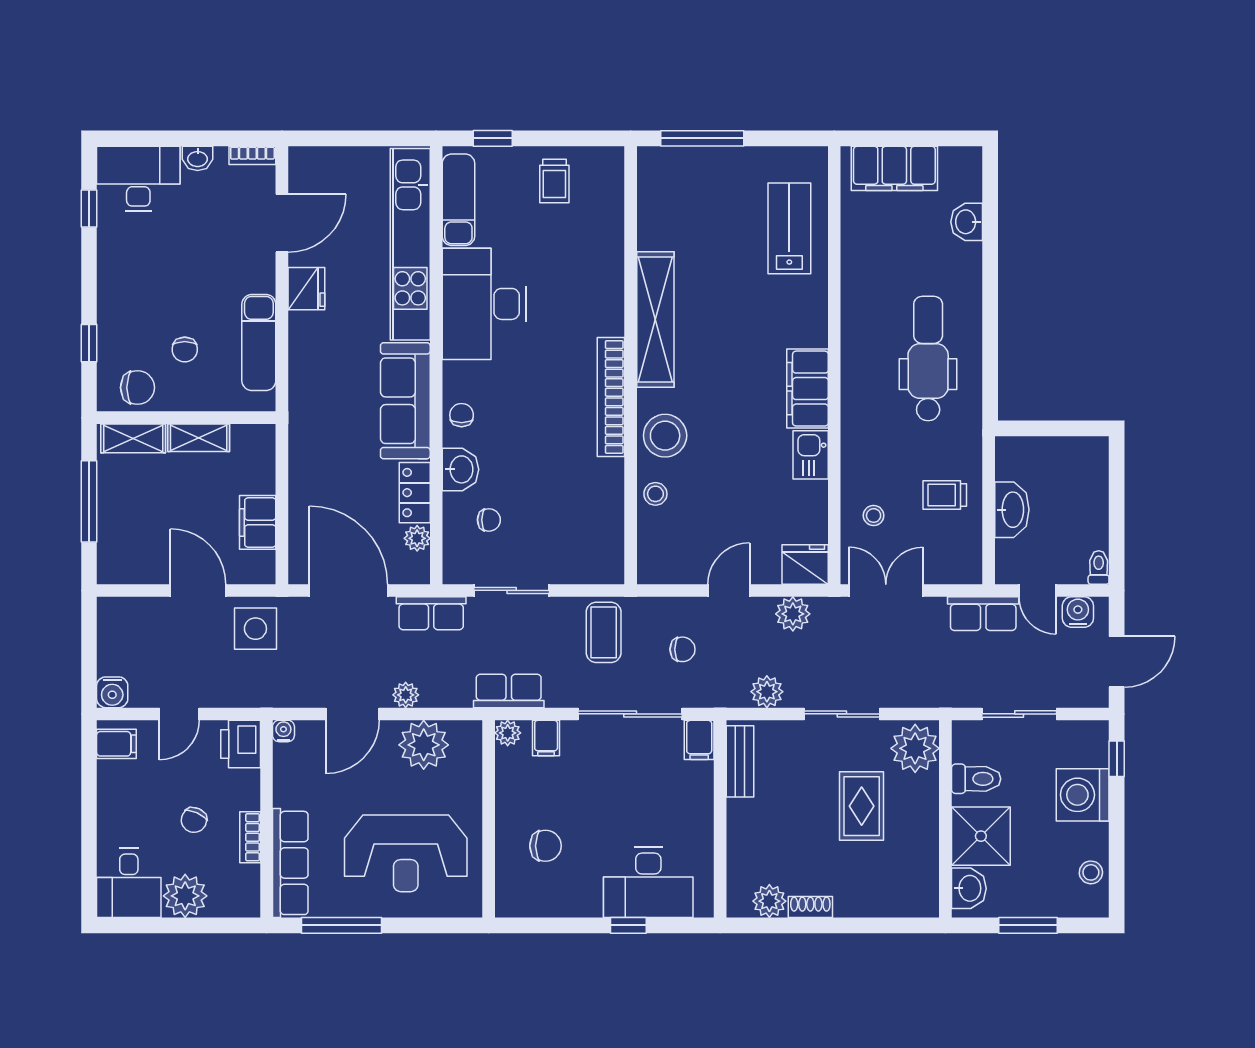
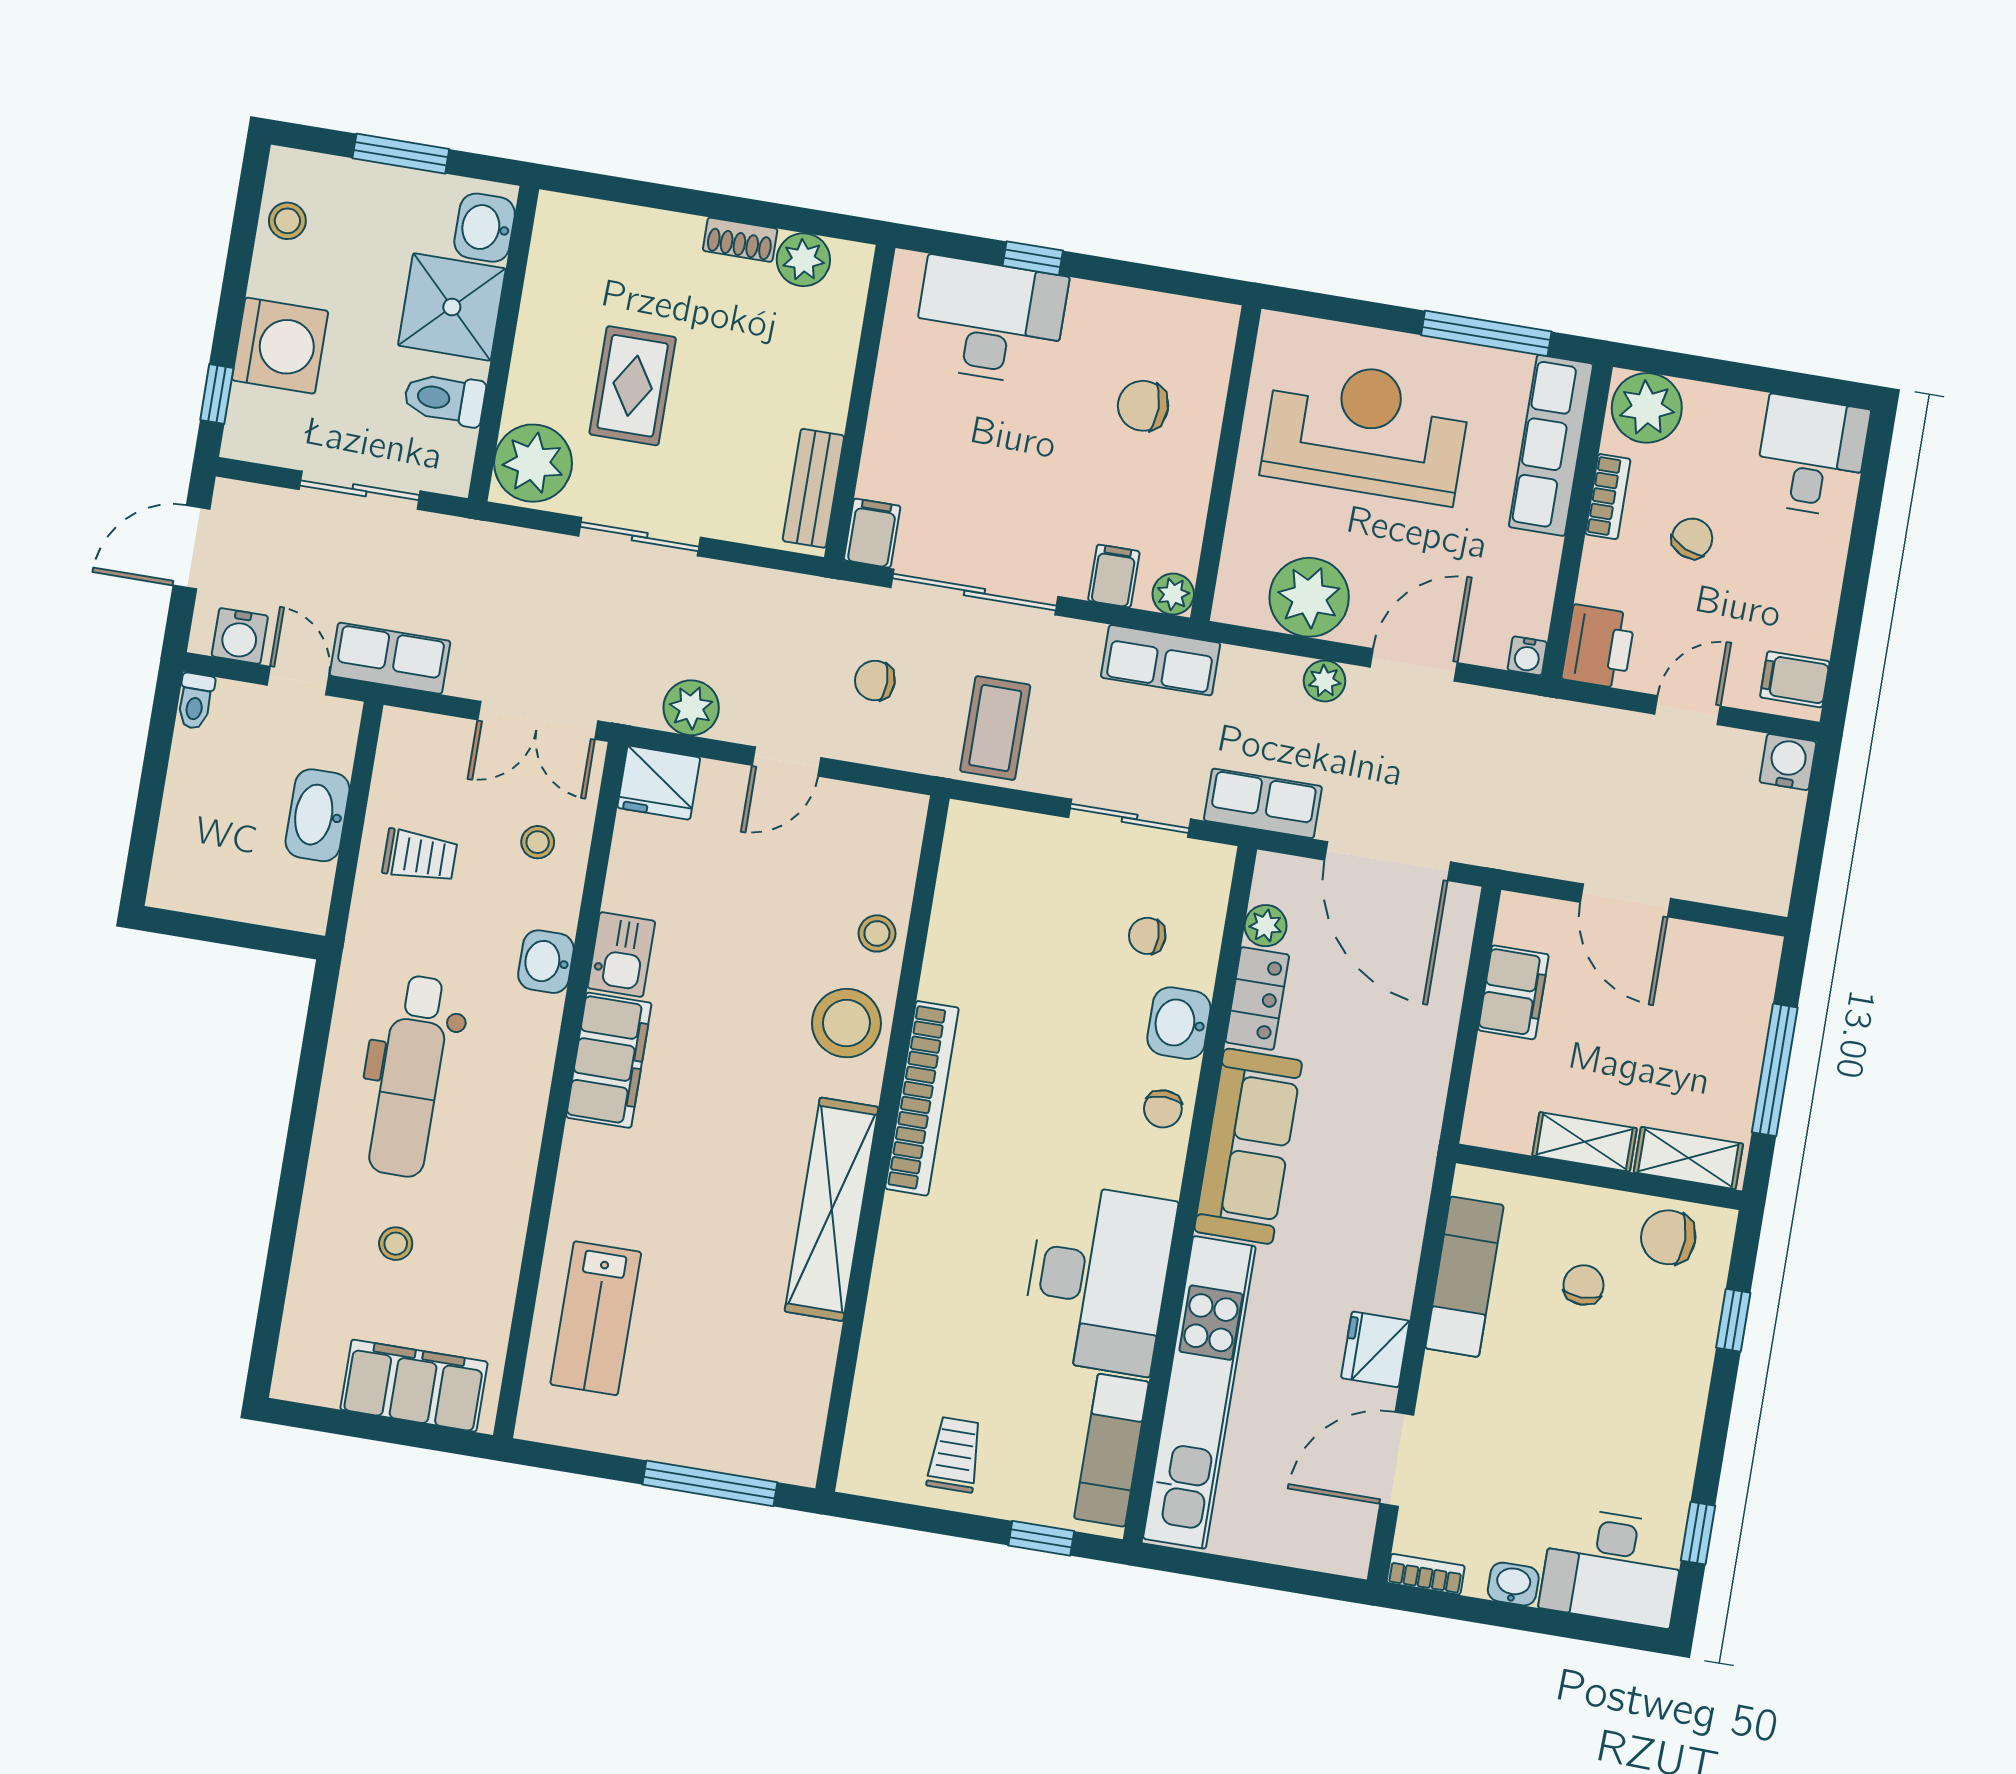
washbasin: (967, 222) -> (546, 962), moved, turned 180
stool: (920, 254) -> (396, 1244), added
side table: (255, 629) -> (1545, 825), removed
plant: (767, 692) -> (752, 591), removed
plant: (185, 896) -> (1647, 408), moved

